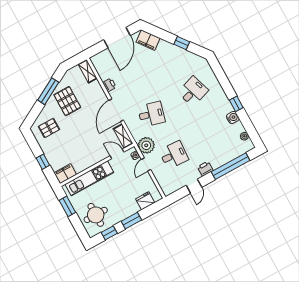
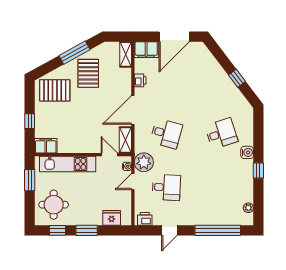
filing cabinet: (148, 40) -> (146, 50), moved, turned -53
water cooler: (233, 117) -> (247, 152), moved
pallet: (49, 128) -> (55, 90), width x1.50, depth x1.42
printer: (205, 169) -> (145, 219), moved

